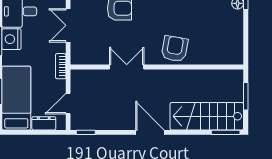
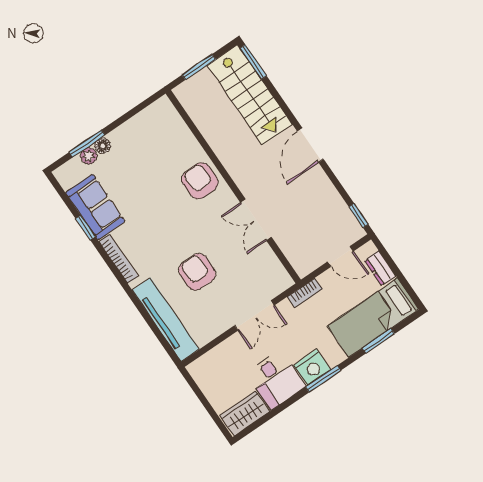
armchair: (175, 49) -> (200, 181), turned 78

